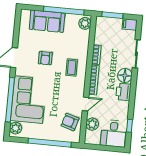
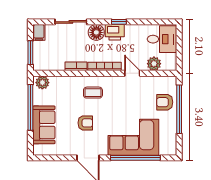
armchair: (70, 122) -> (165, 102), moved, turned 73
window: (130, 126) -> (119, 22), moved
plant: (16, 128) -> (166, 149), removed

